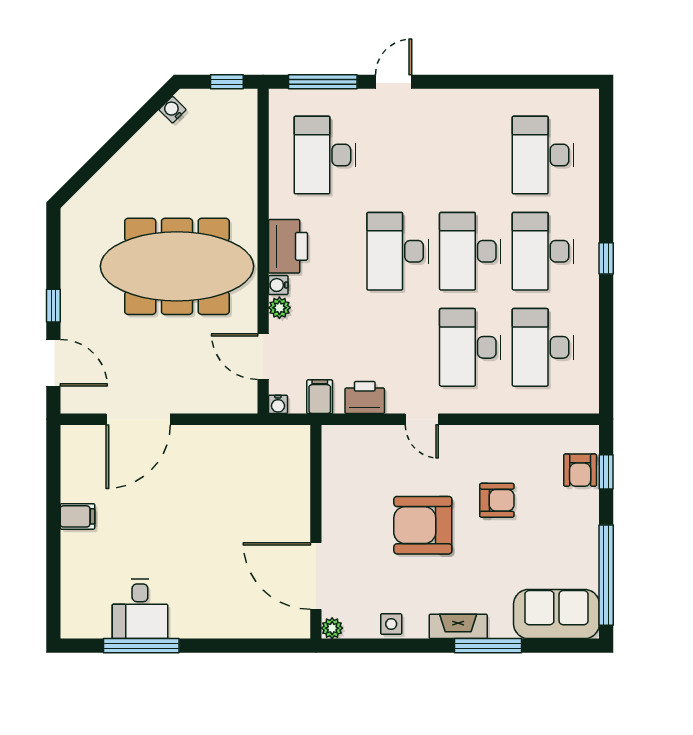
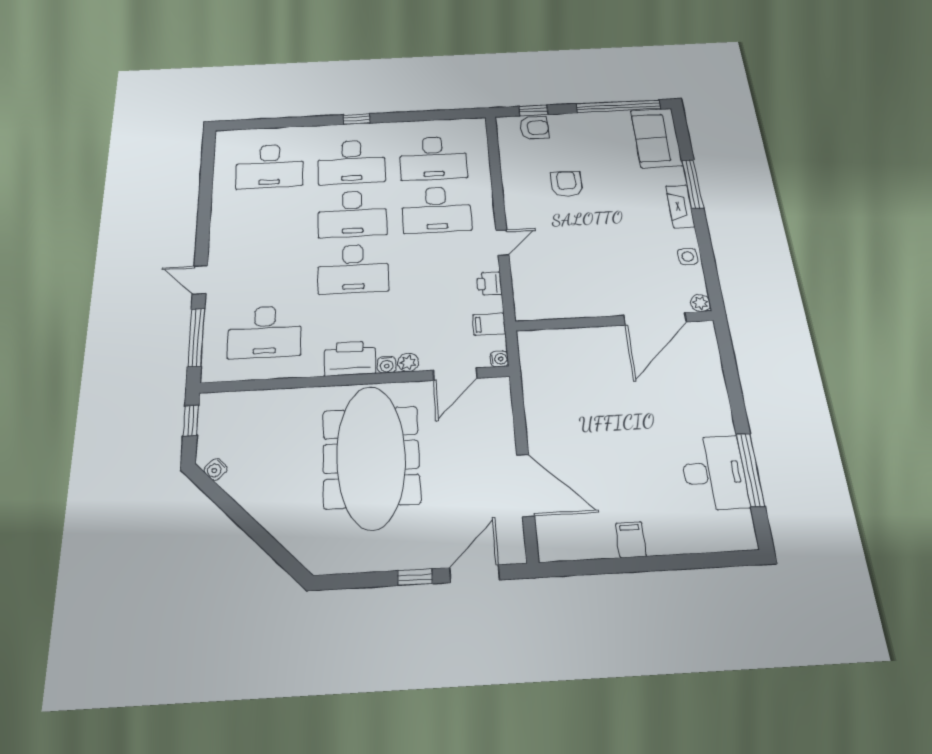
printer: (365, 398) -> (489, 284), width x0.73, depth x0.81
armchair: (423, 525) -> (596, 237), removed
desk: (140, 609) -> (714, 473), width x1.37

